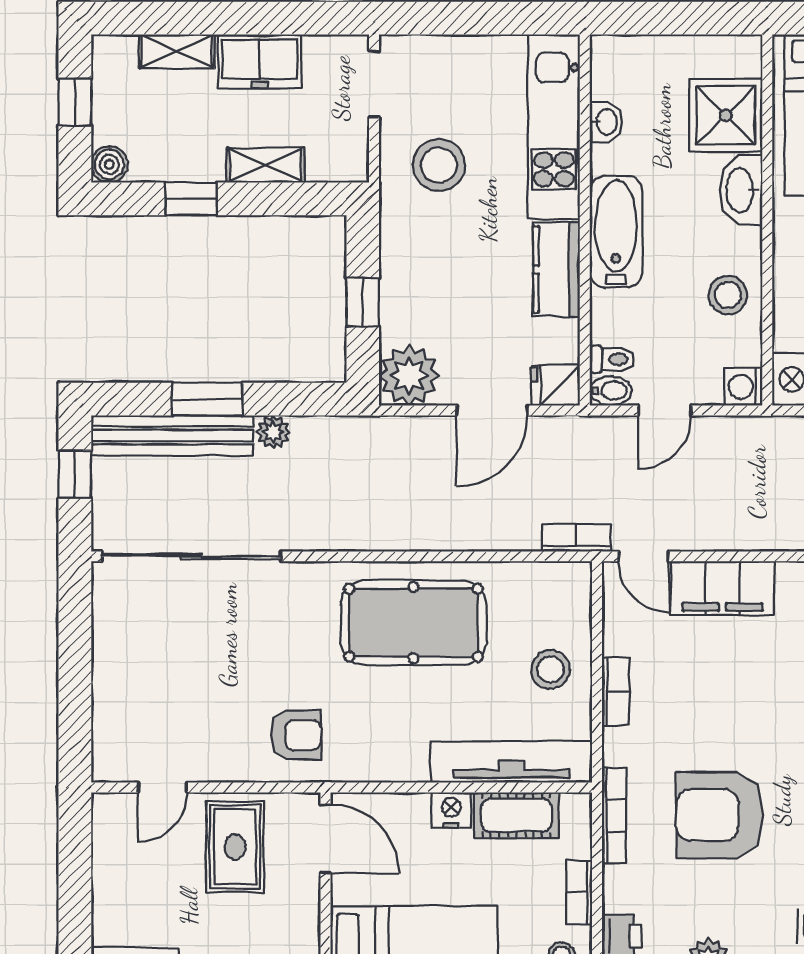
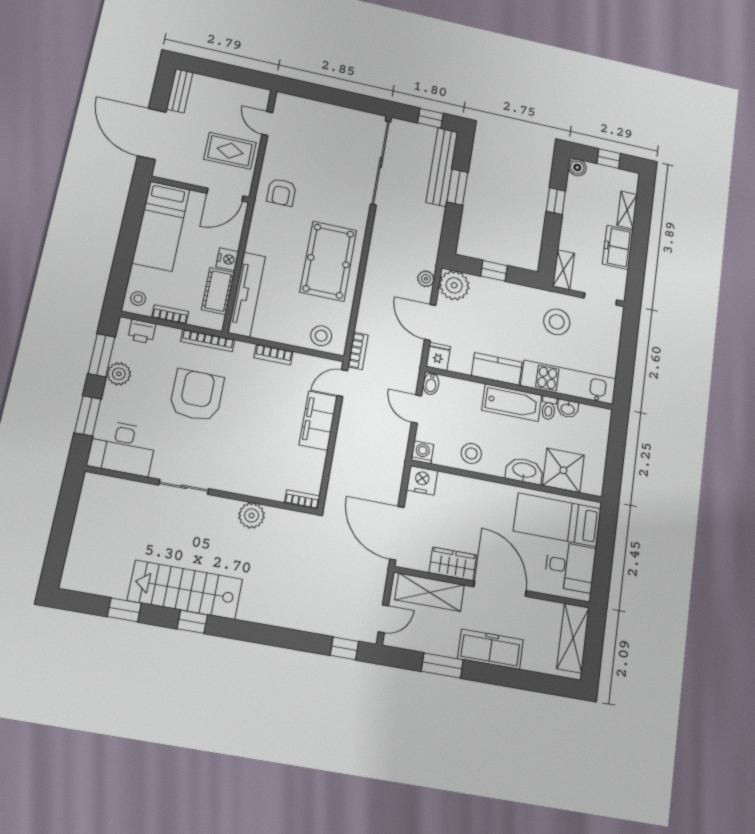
shelving: (265, 165) -> (564, 270), moved
toilet: (612, 359) -> (549, 408), moved
plant: (273, 432) -> (426, 279), moved
stool: (551, 669) -> (321, 336), moved

